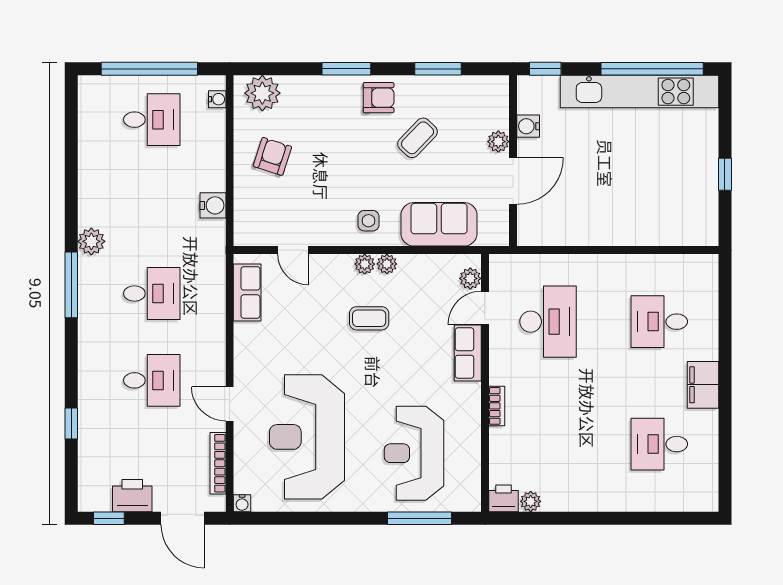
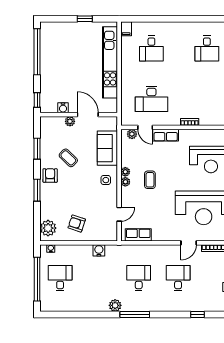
kitchen unit: (639, 92) -> (110, 62), moved, turned 180
desk: (548, 322) -> (151, 99), turned 180
filing cabinet: (703, 385) -> (126, 29), moved, width x0.50

